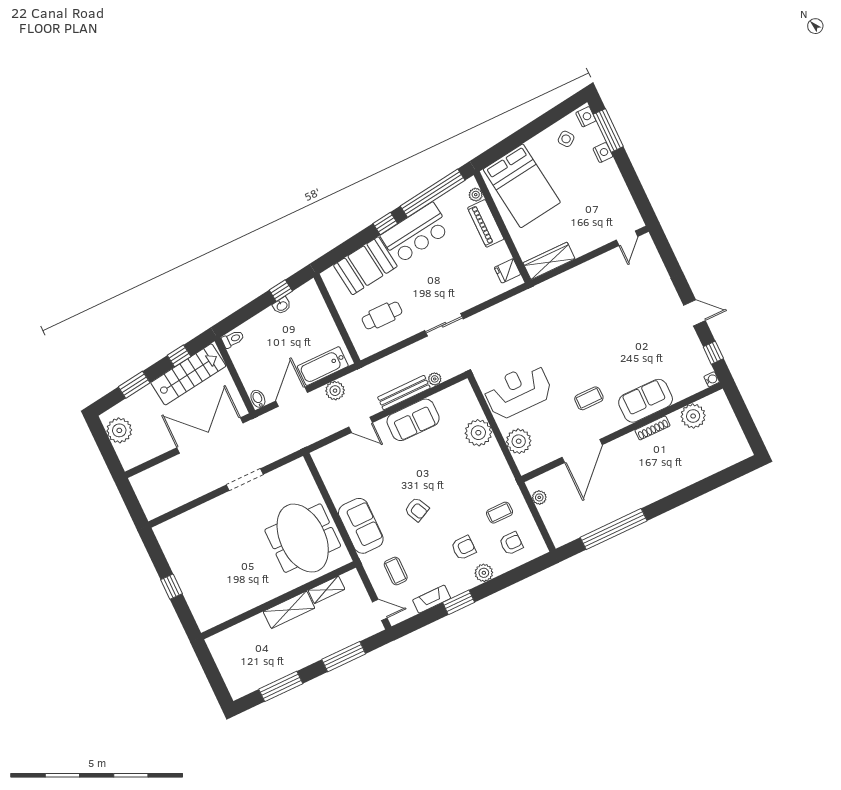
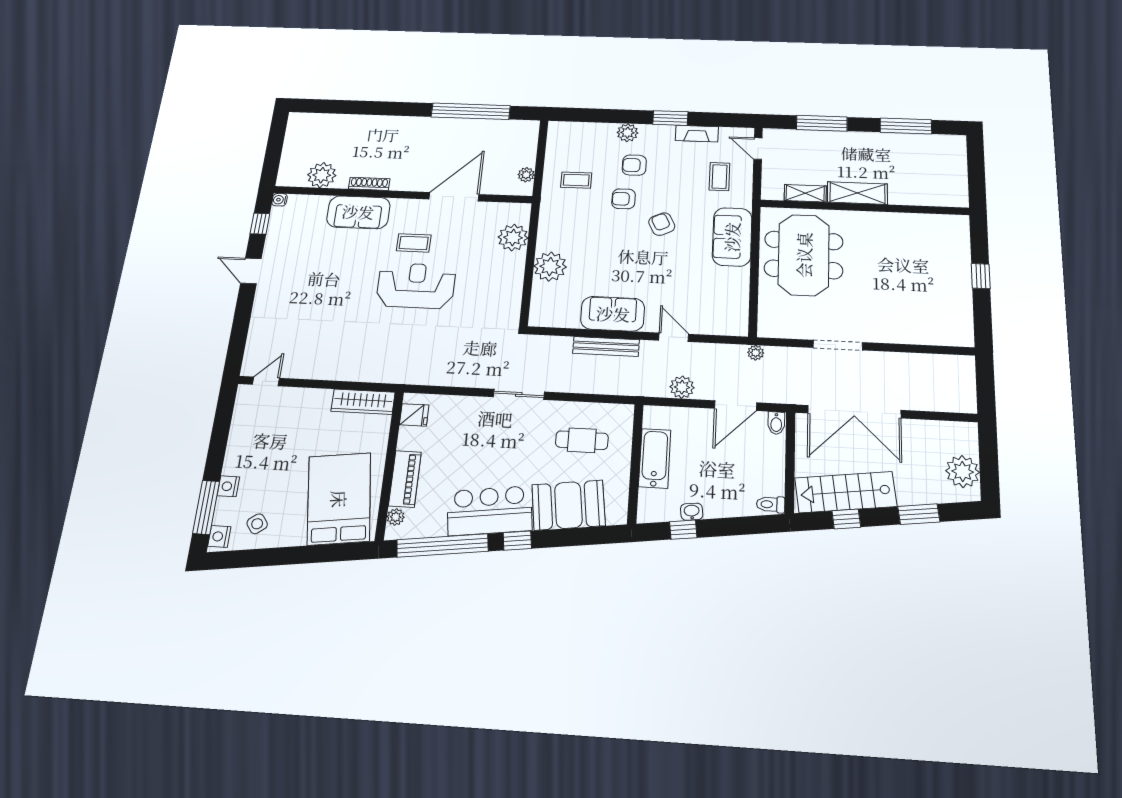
bathtub: (323, 366) -> (655, 458), moved, turned -90
plant: (435, 379) -> (756, 353), moved
reception desk: (518, 391) -> (416, 286), moved, turned 180
armchair: (511, 543) -> (624, 199), moved

